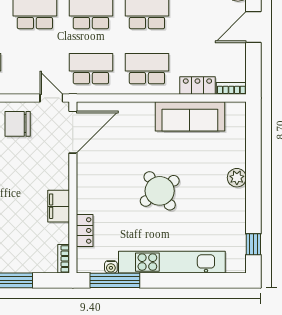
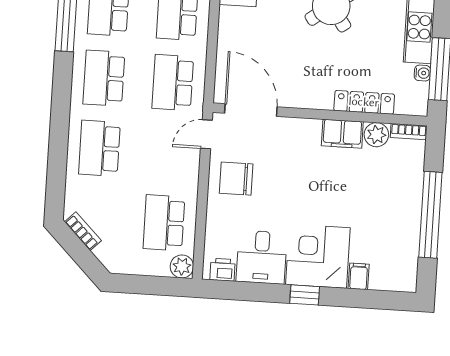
chair: (18, 124) -> (236, 179), turned 90
locker: (85, 230) -> (364, 102), width x1.53
plant: (60, 233) -> (376, 135), added

